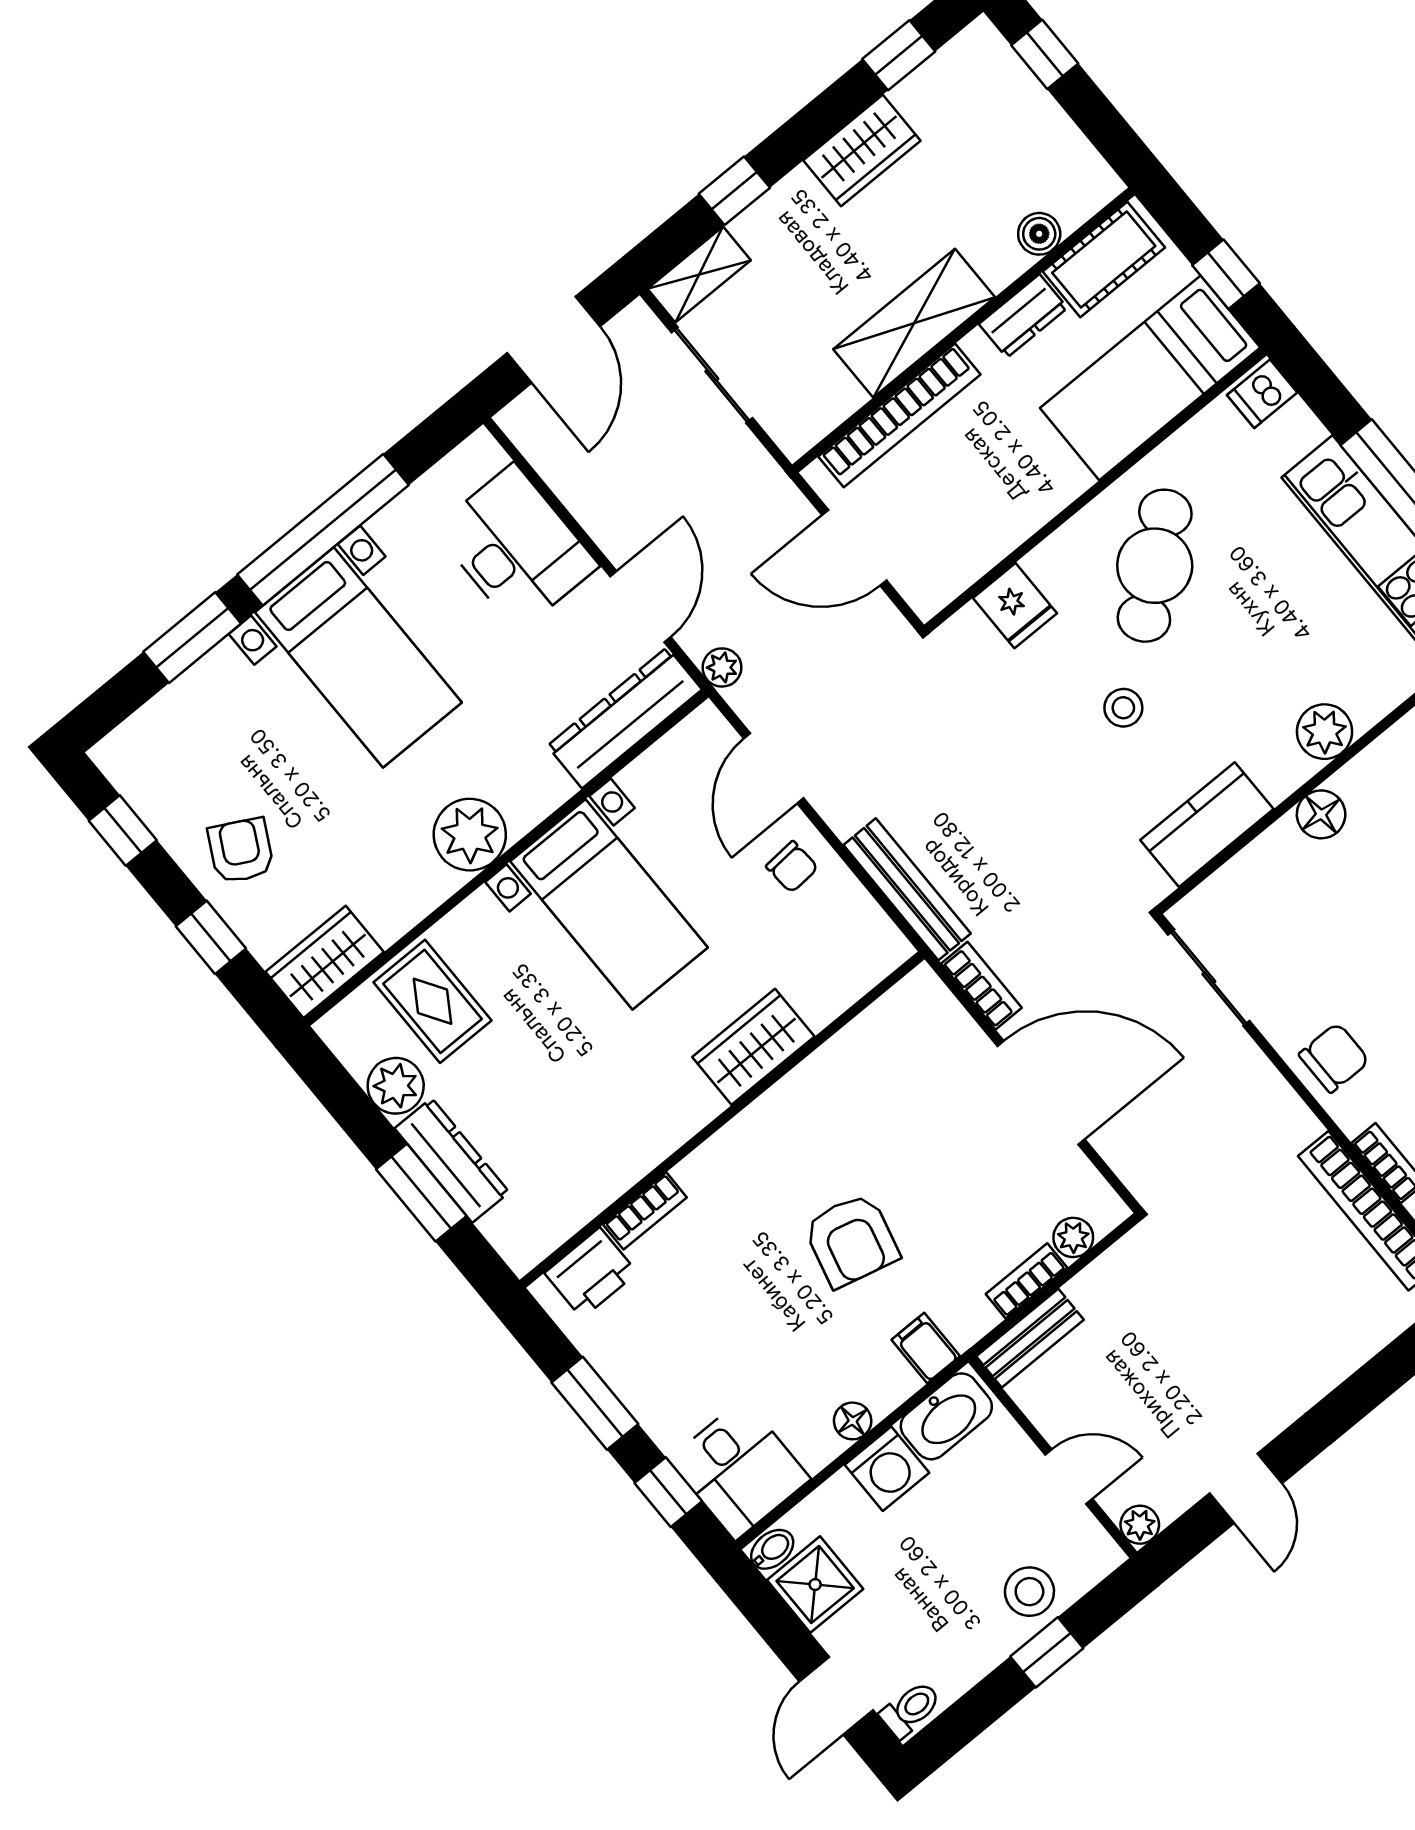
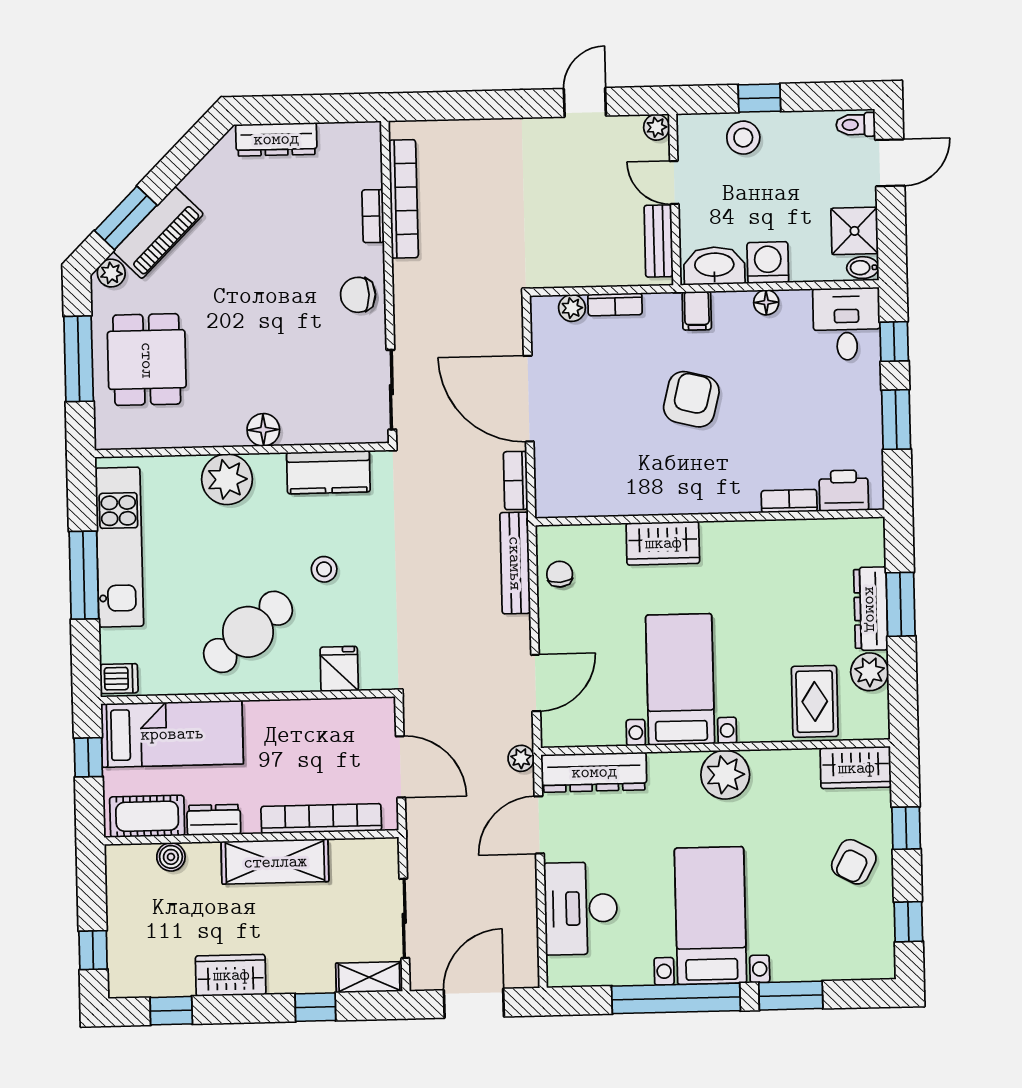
plant: (1325, 732) -> (227, 479), width x1.36, depth x1.36
chair: (792, 867) -> (560, 574), moved
bench: (1030, 1338) -> (659, 241), moved, turned 90

